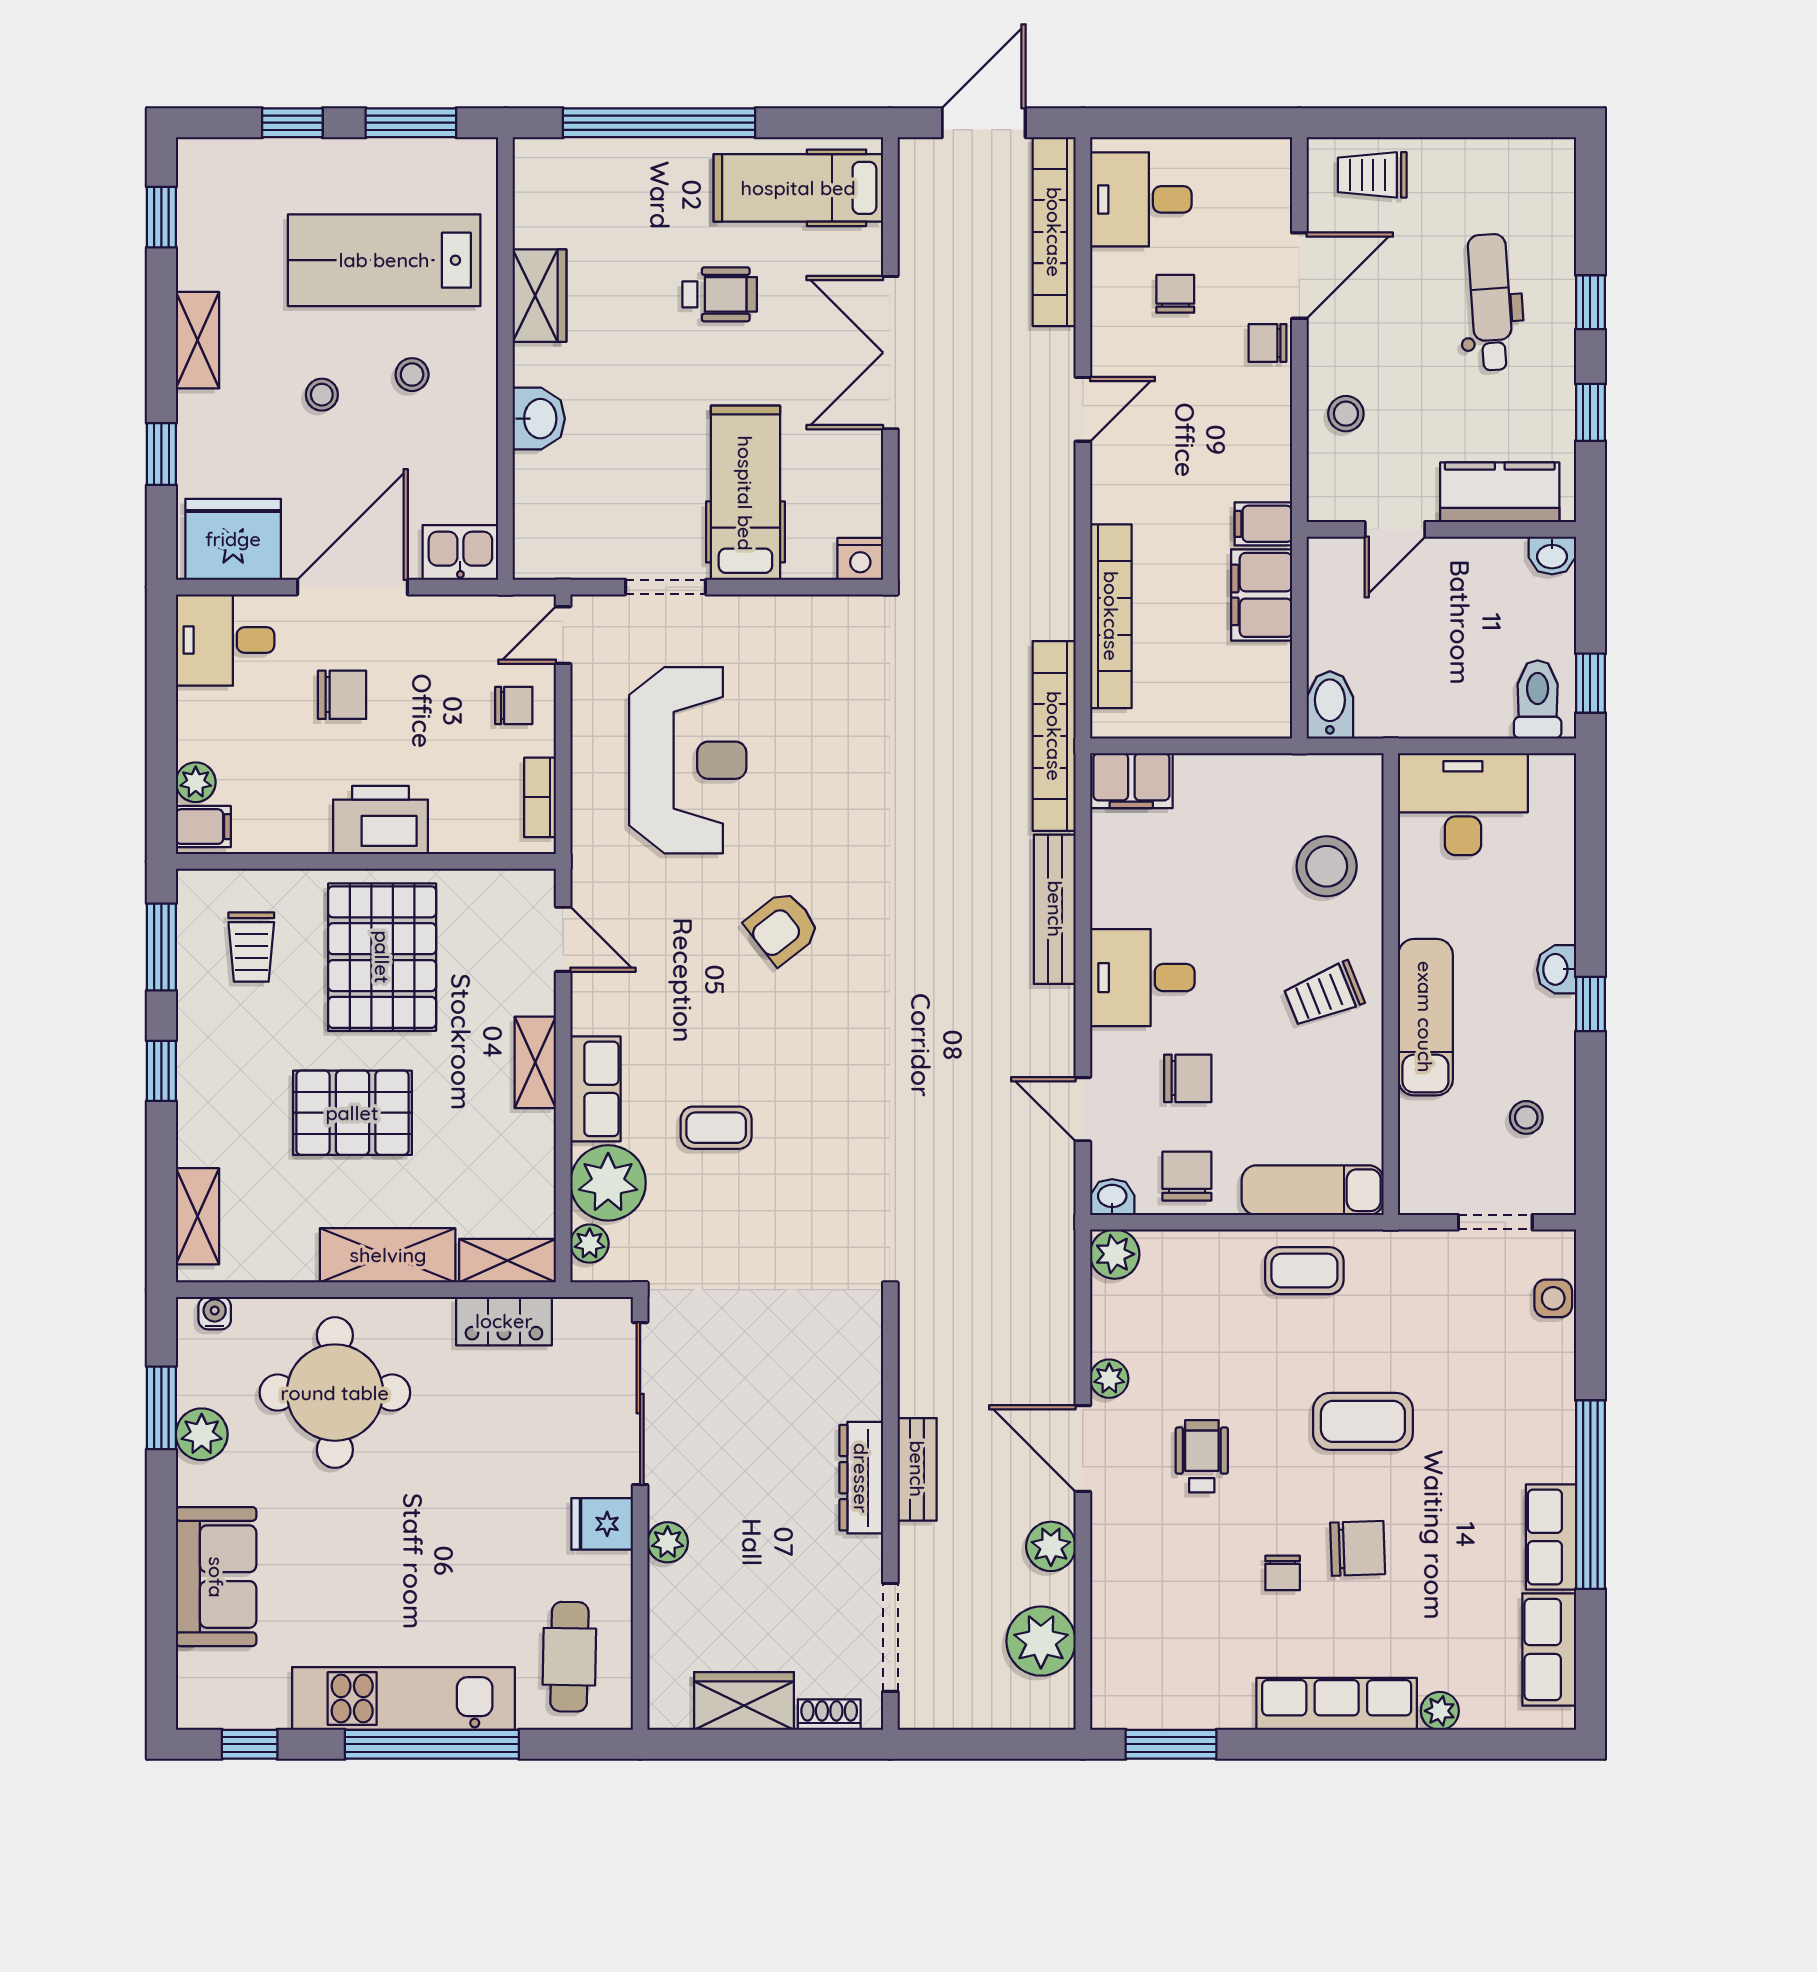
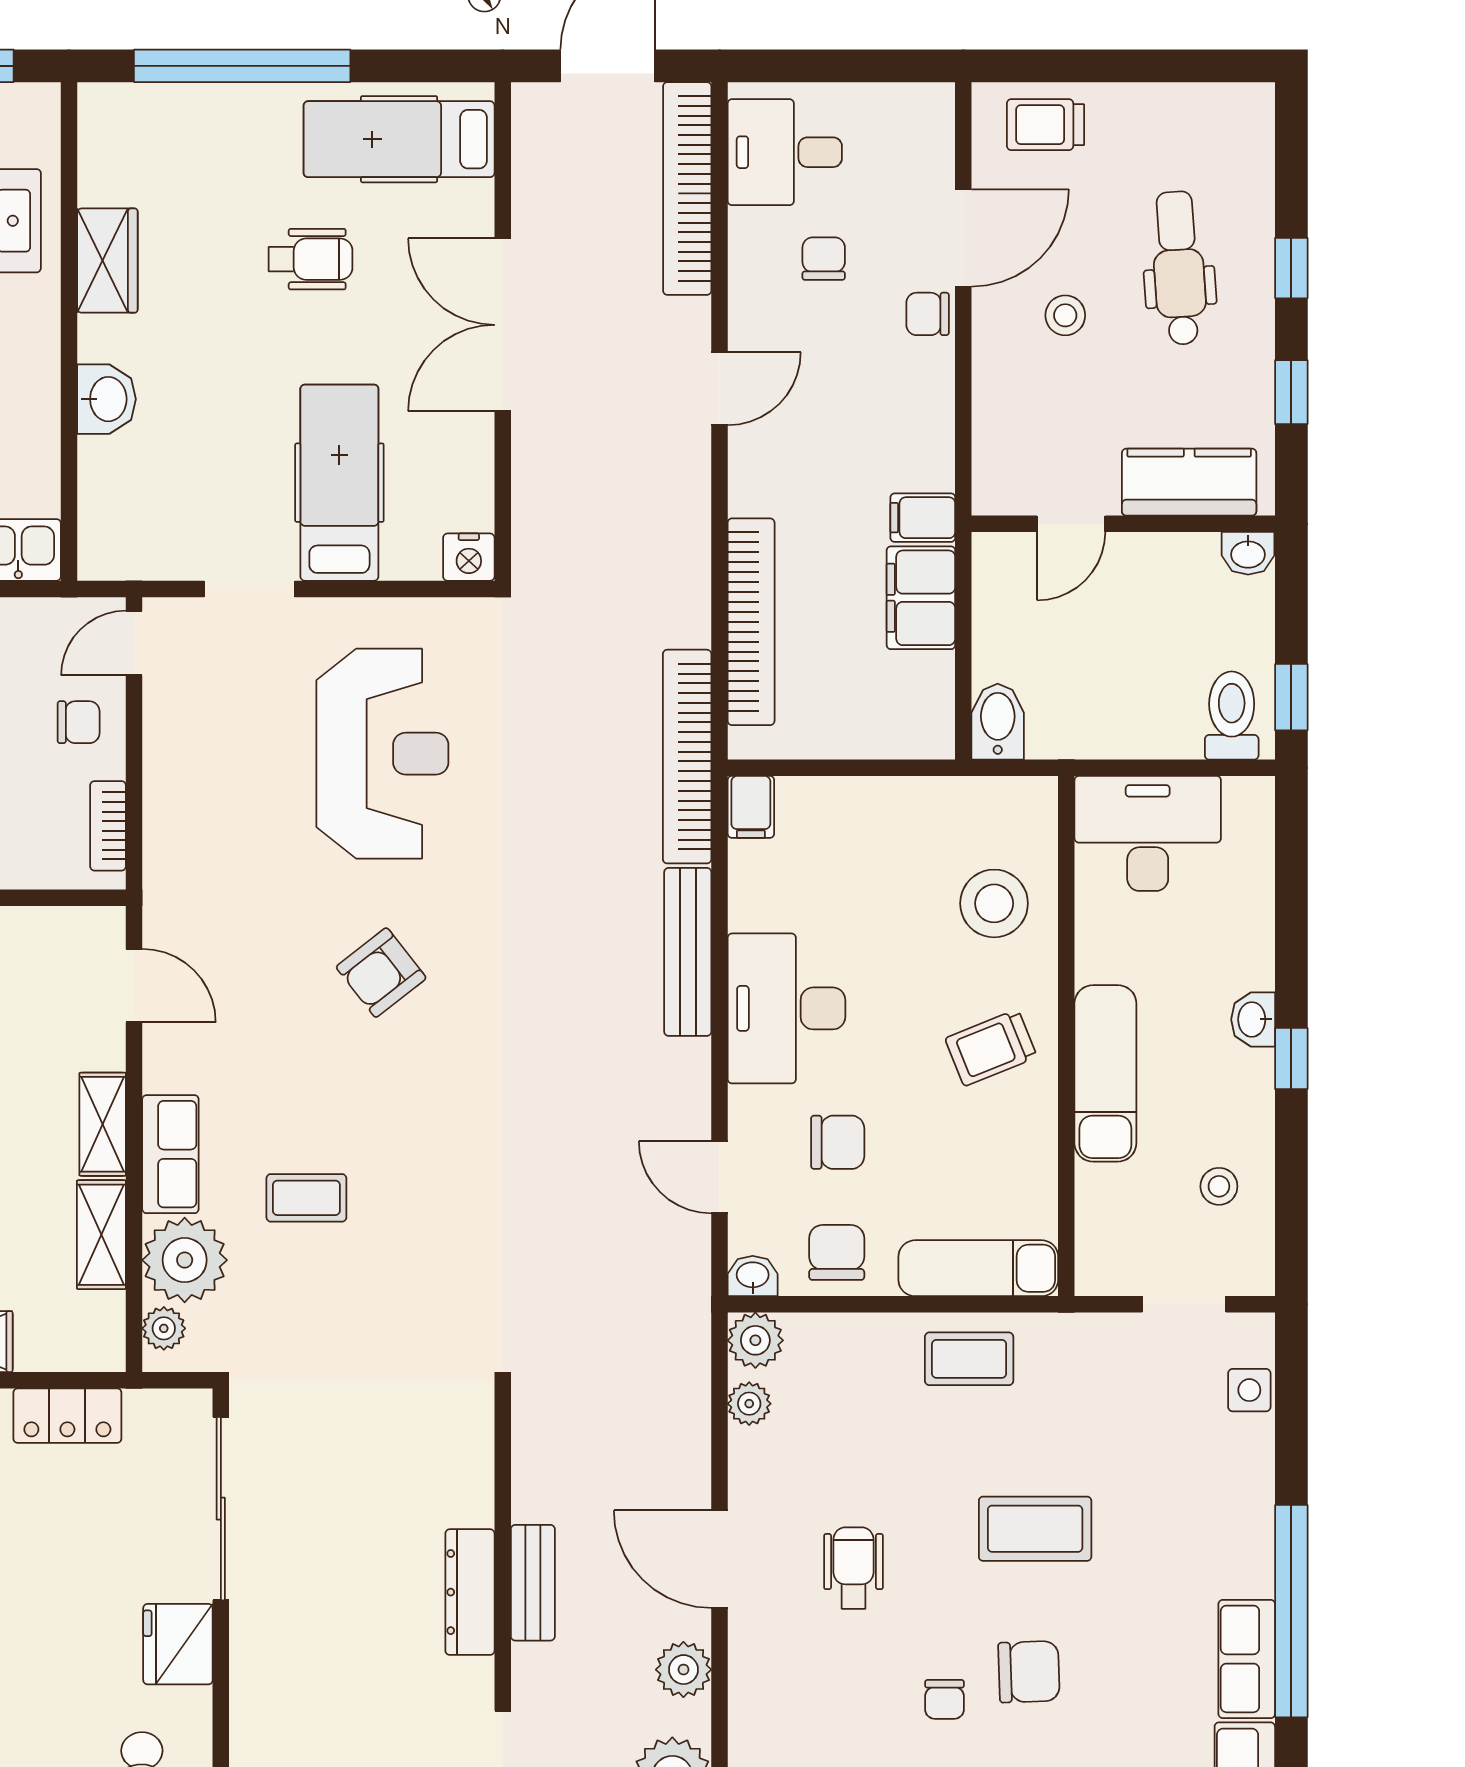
stool: (1346, 414) -> (1065, 315), moved
reception desk: (688, 760) -> (382, 754), moved
filing cabinet: (1131, 781) -> (751, 807), width x0.50
desk: (1142, 978) -> (786, 1008), width x1.37
shelving: (508, 1261) -> (101, 1235), moved, turned 90
plant: (1109, 1379) -> (749, 1404), moved
fridge: (602, 1524) -> (178, 1644), width x1.38
plant: (668, 1542) -> (252, 1665), removed

